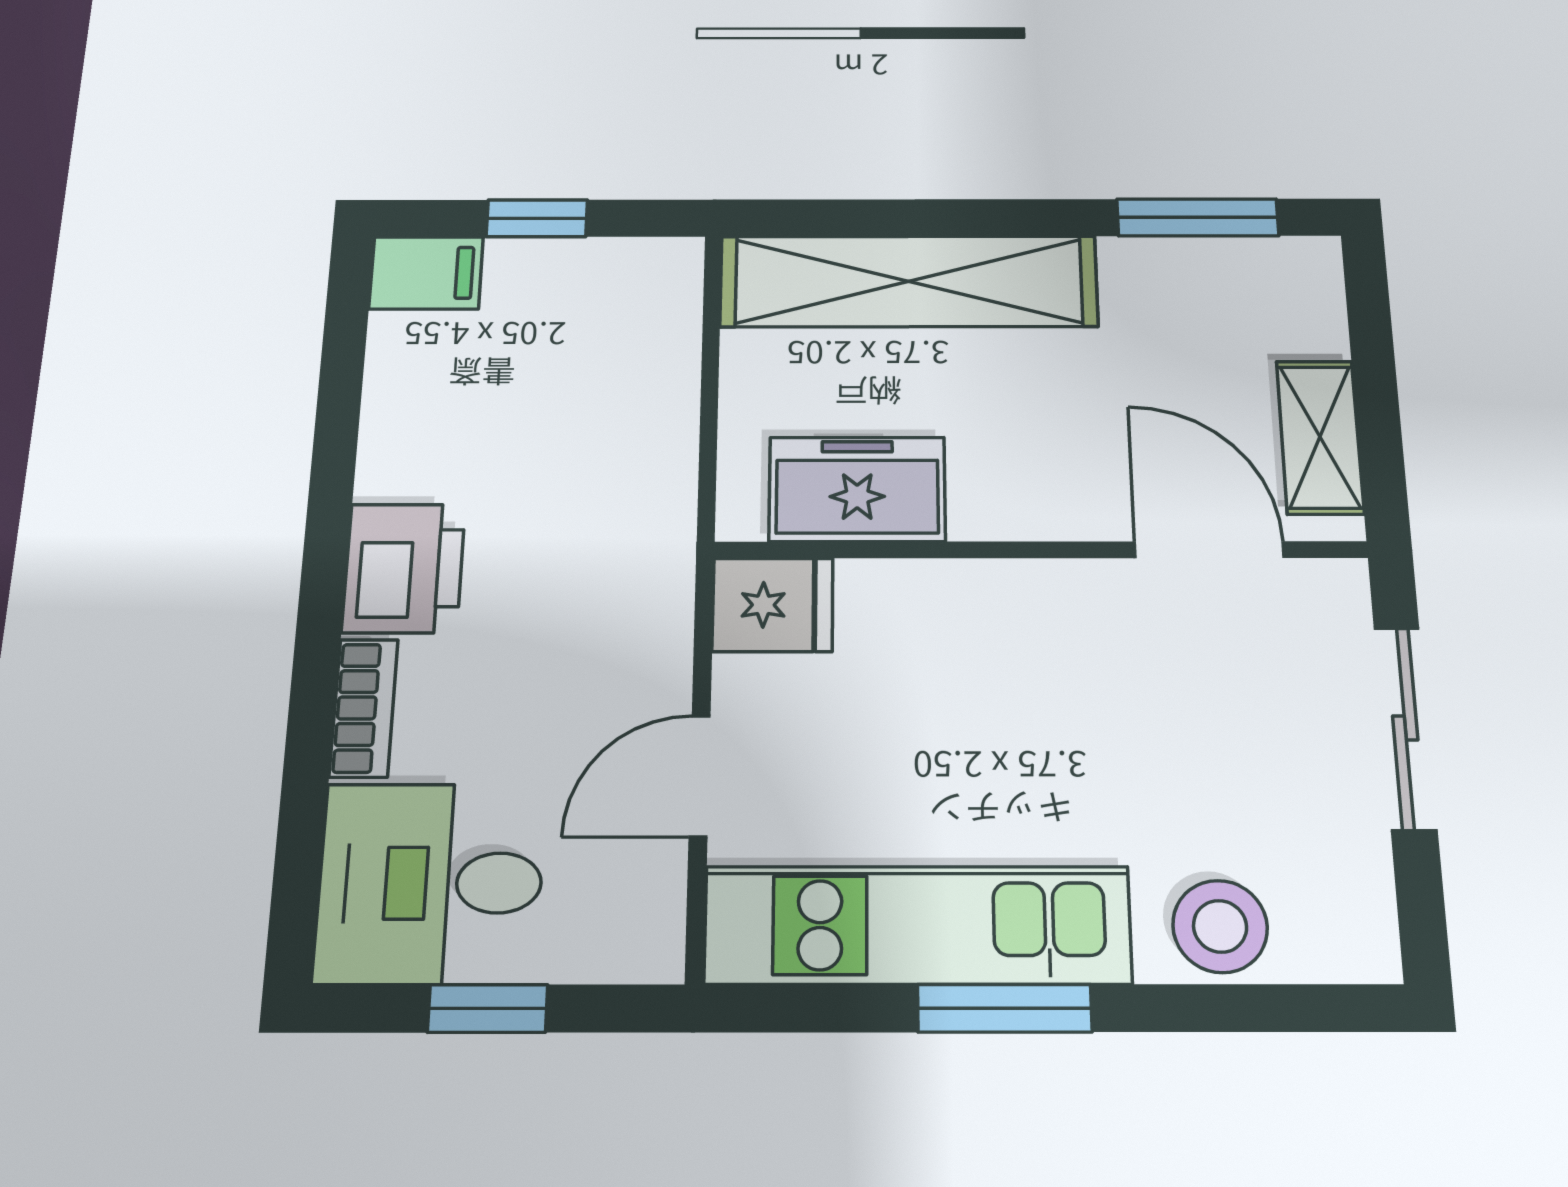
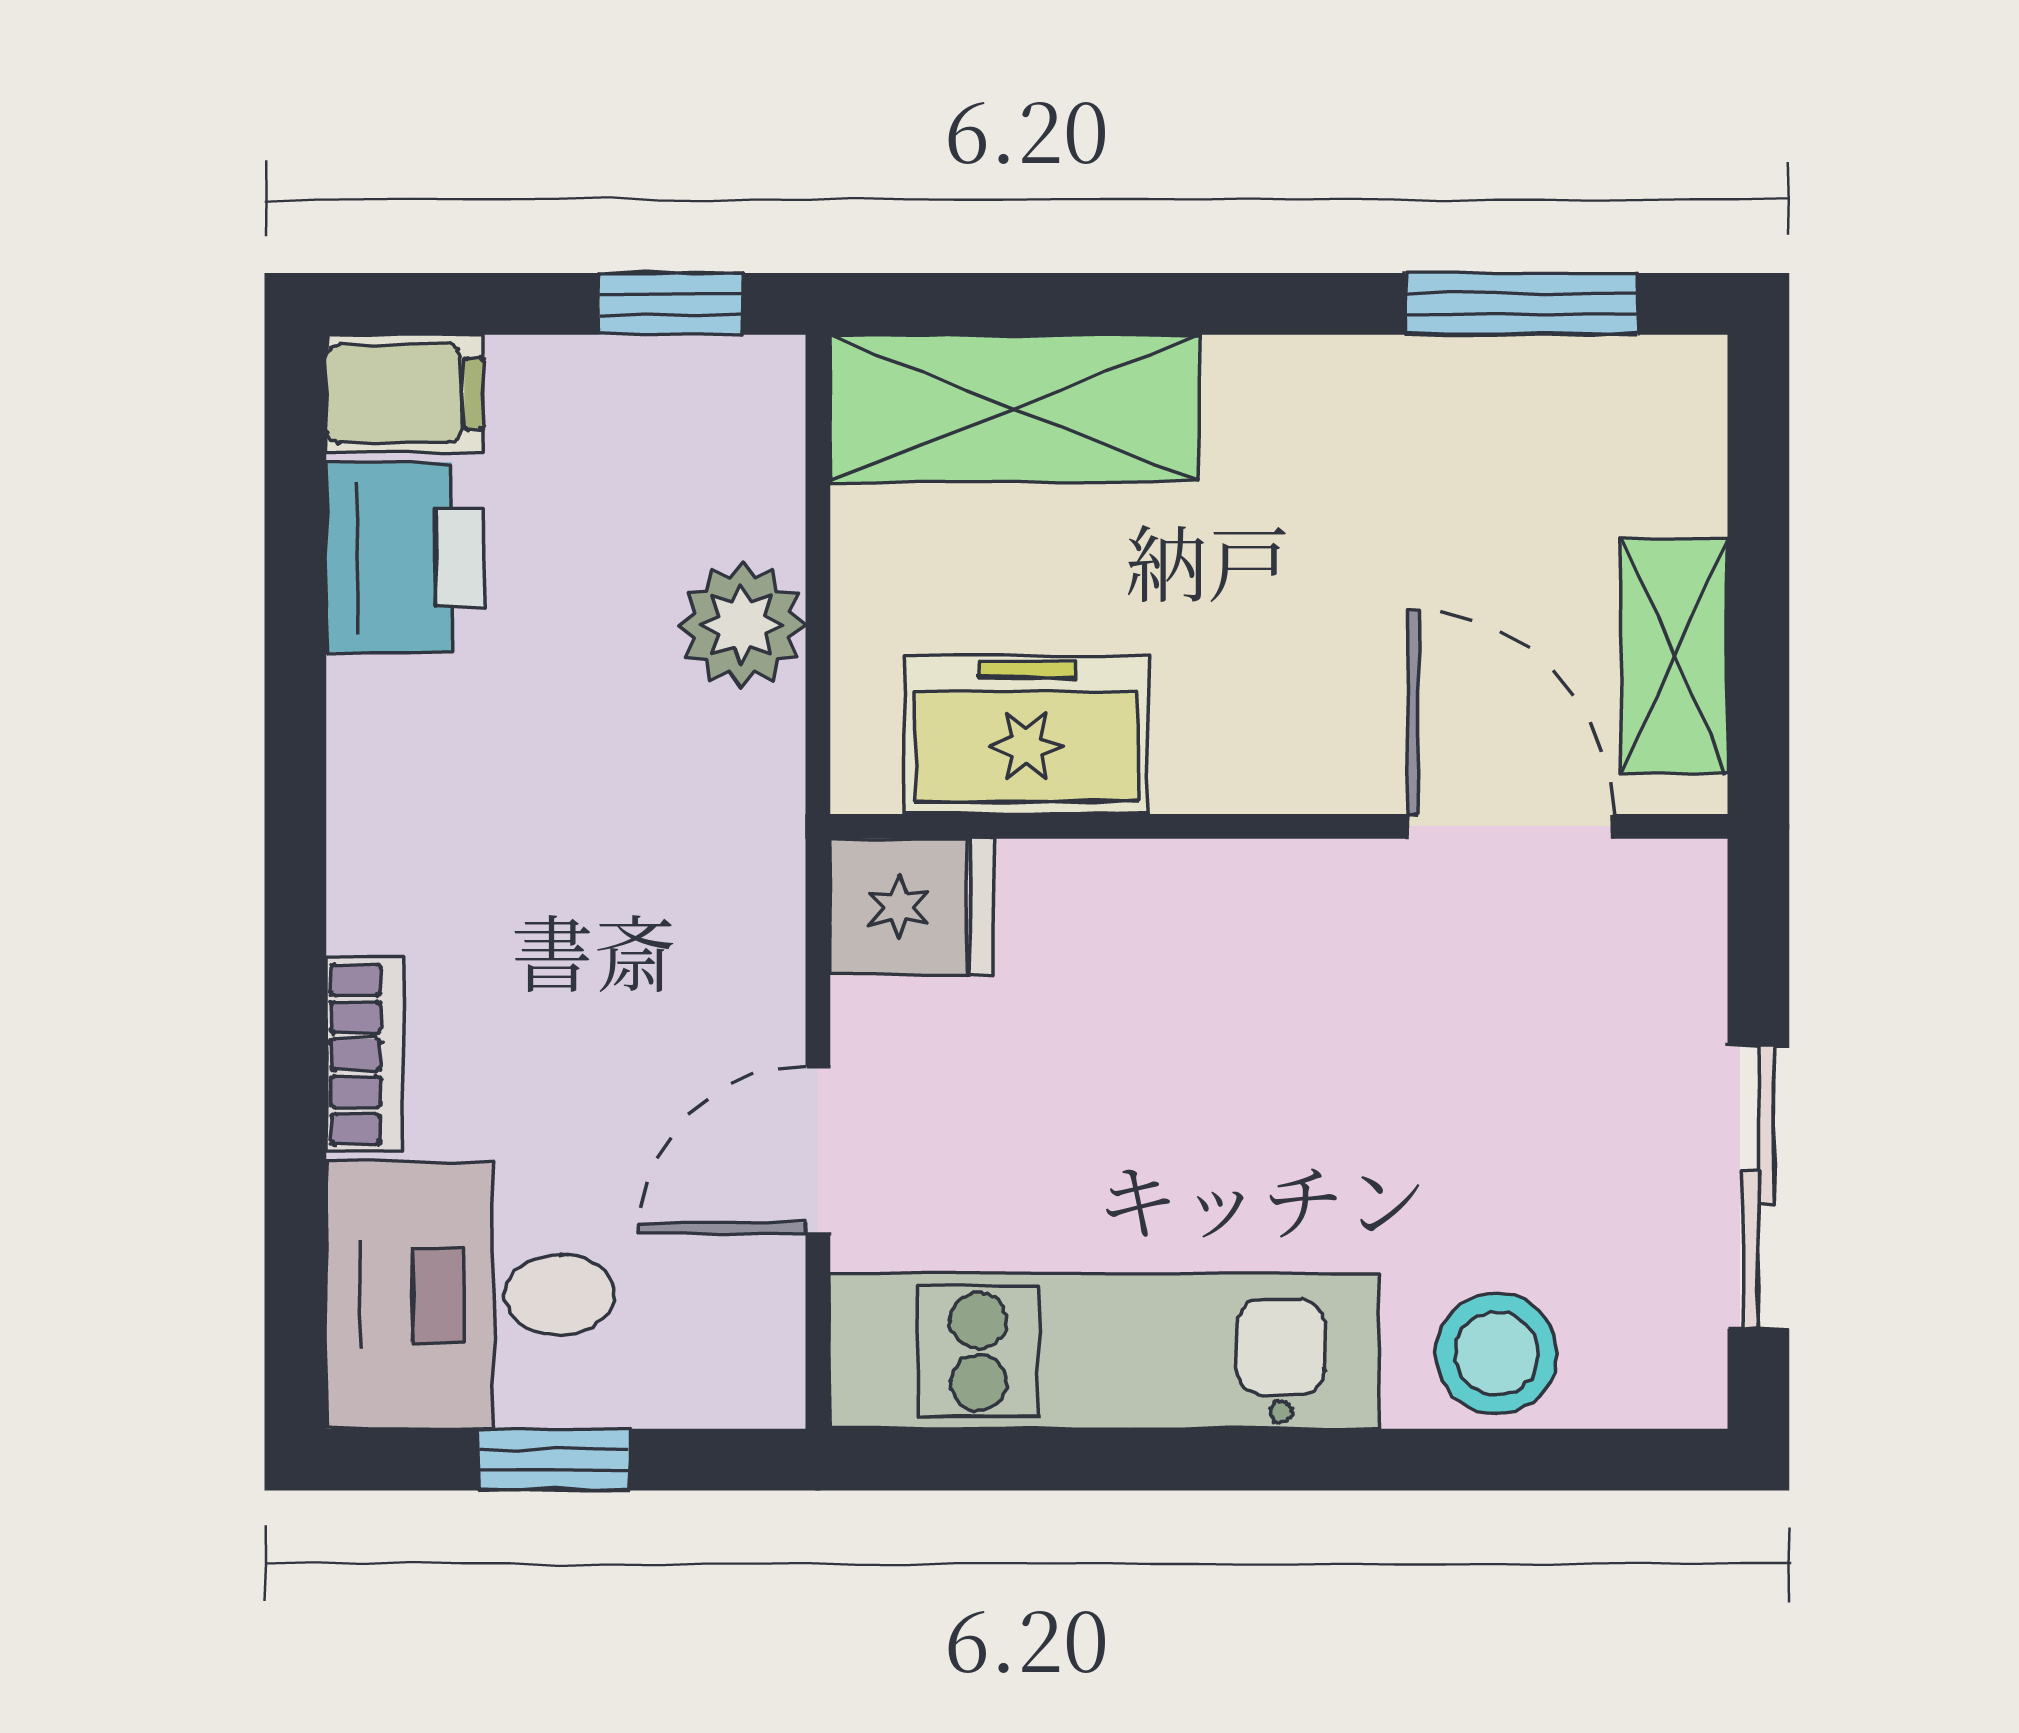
window: (537, 218) -> (671, 304), moved
shelving: (909, 281) -> (1014, 408), width x0.68
plant: (655, 418) -> (742, 625), added
printer: (404, 568) -> (405, 557), moved
sliding door: (1405, 728) -> (1758, 1187), moved
window: (1005, 1008) -> (1215, 1460), removed

